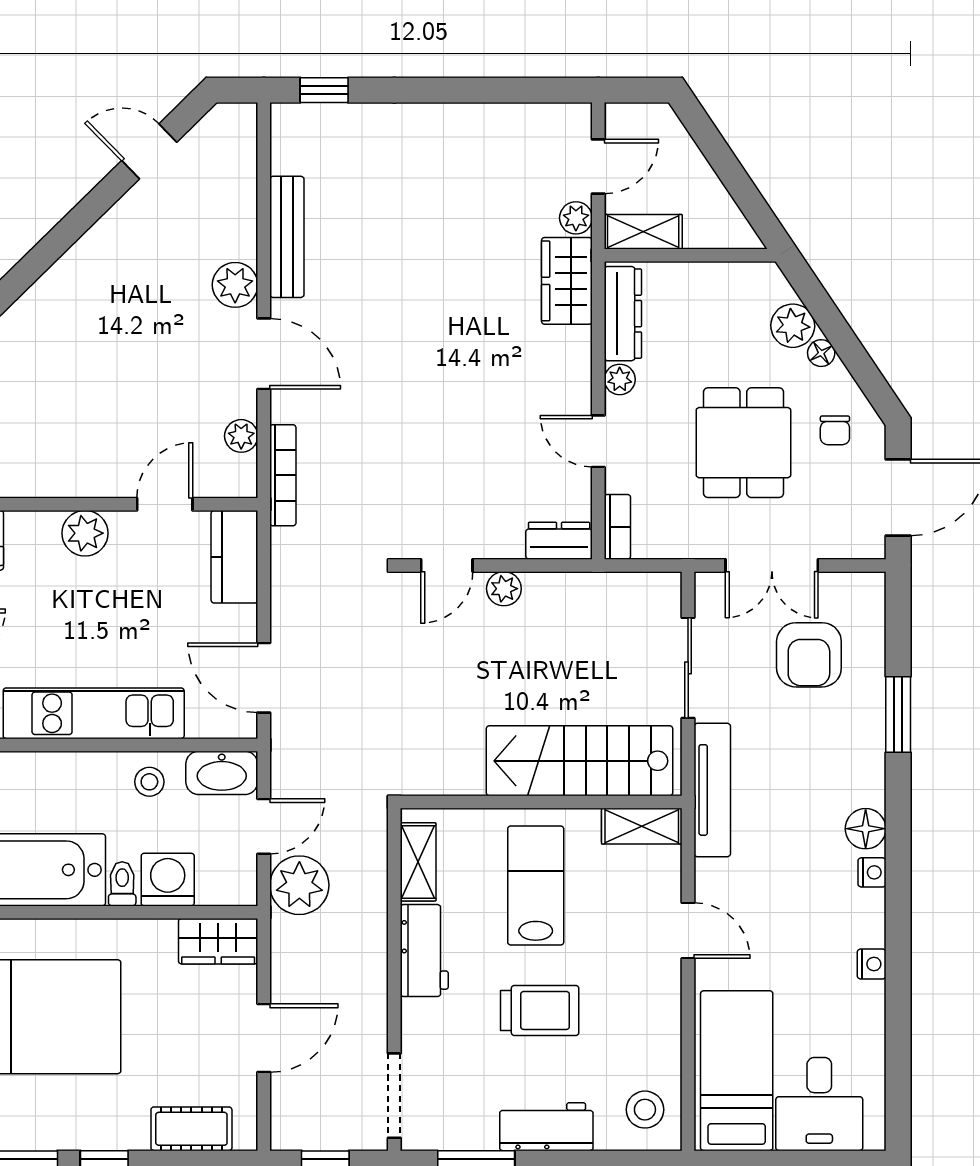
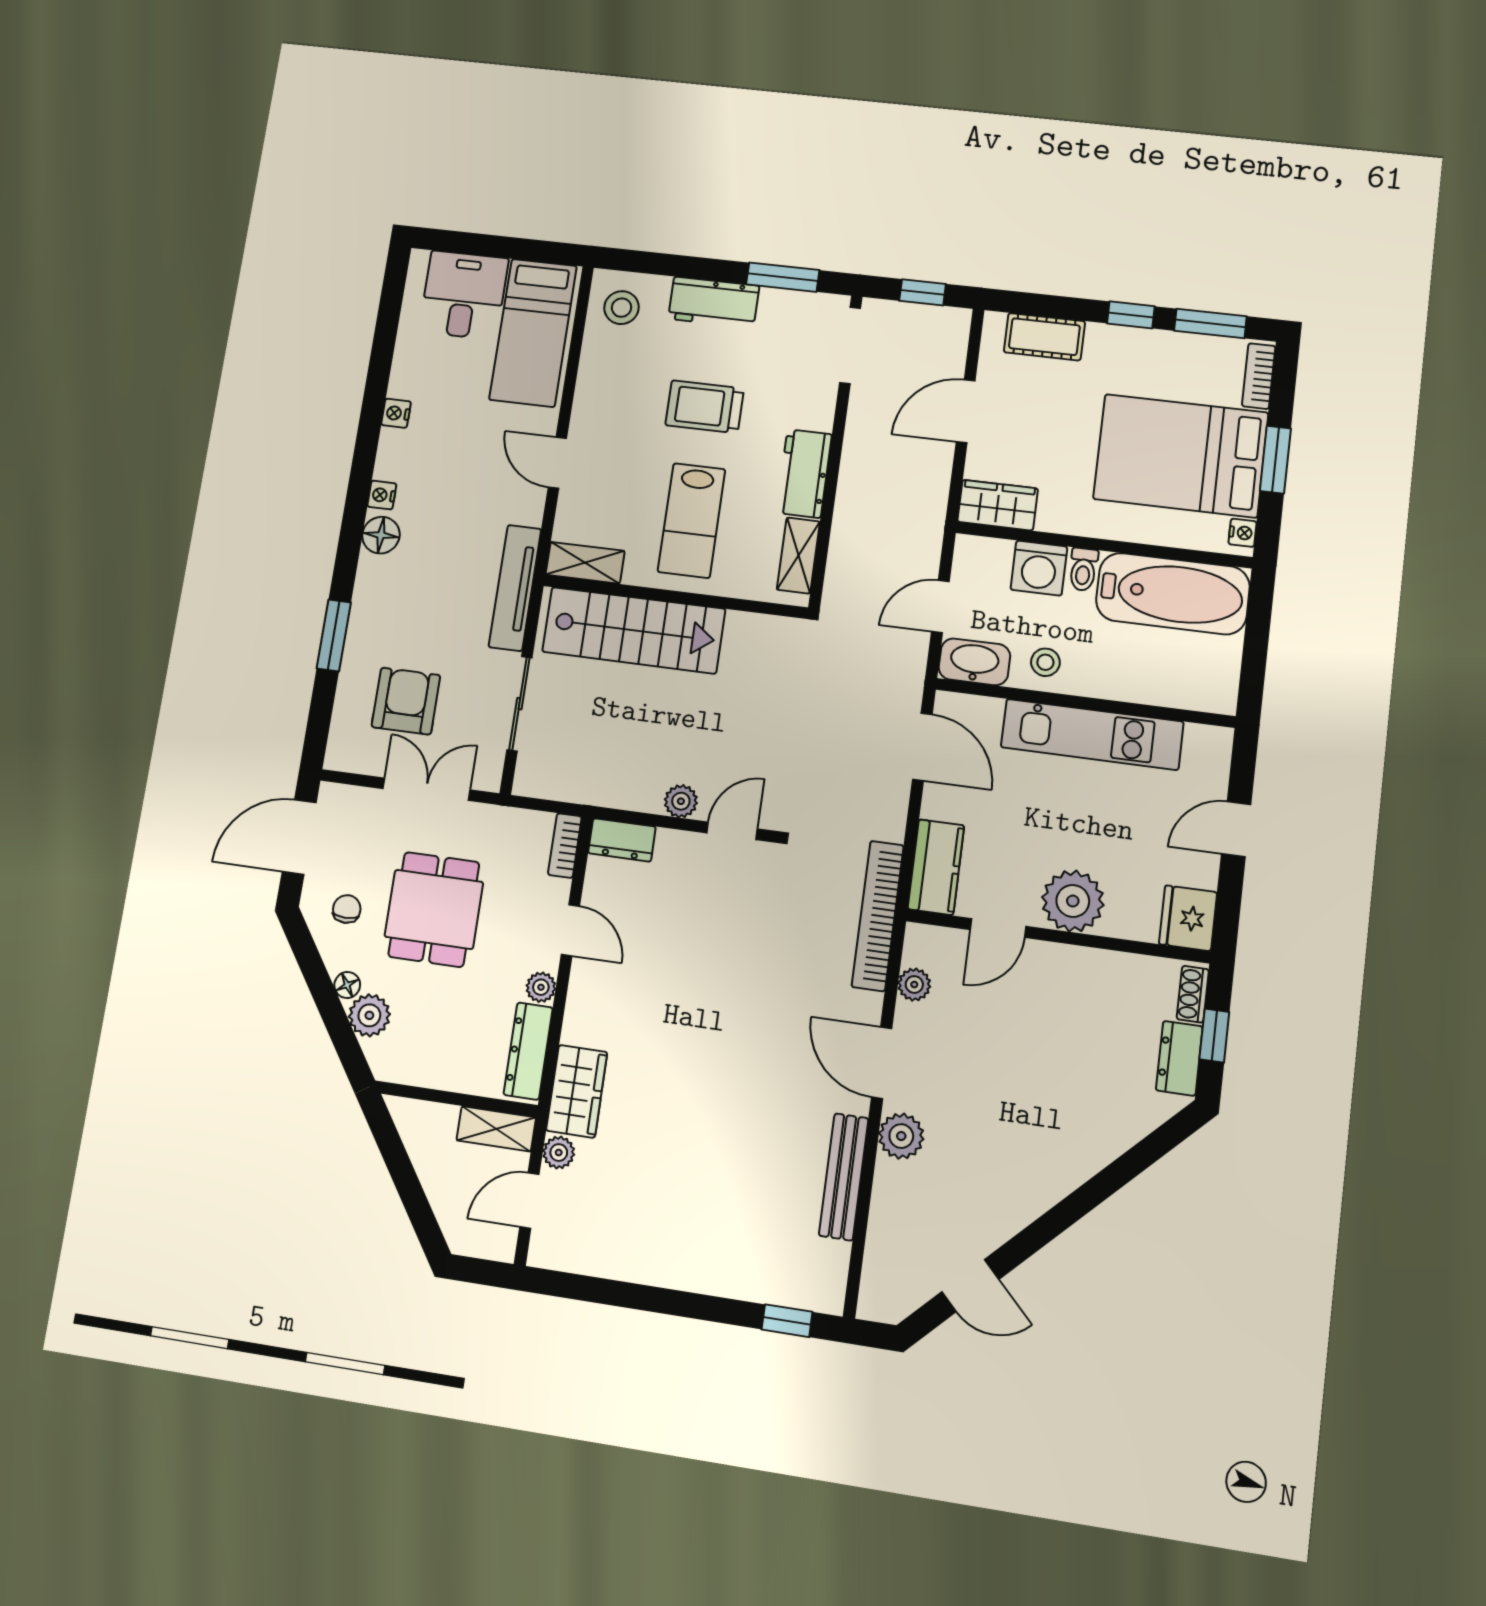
bookcase: (283, 475) -> (878, 916), width x1.48, depth x1.31
plant: (85, 533) -> (1073, 901), width x1.36, depth x1.36
plant: (299, 885) -> (914, 548), removed

